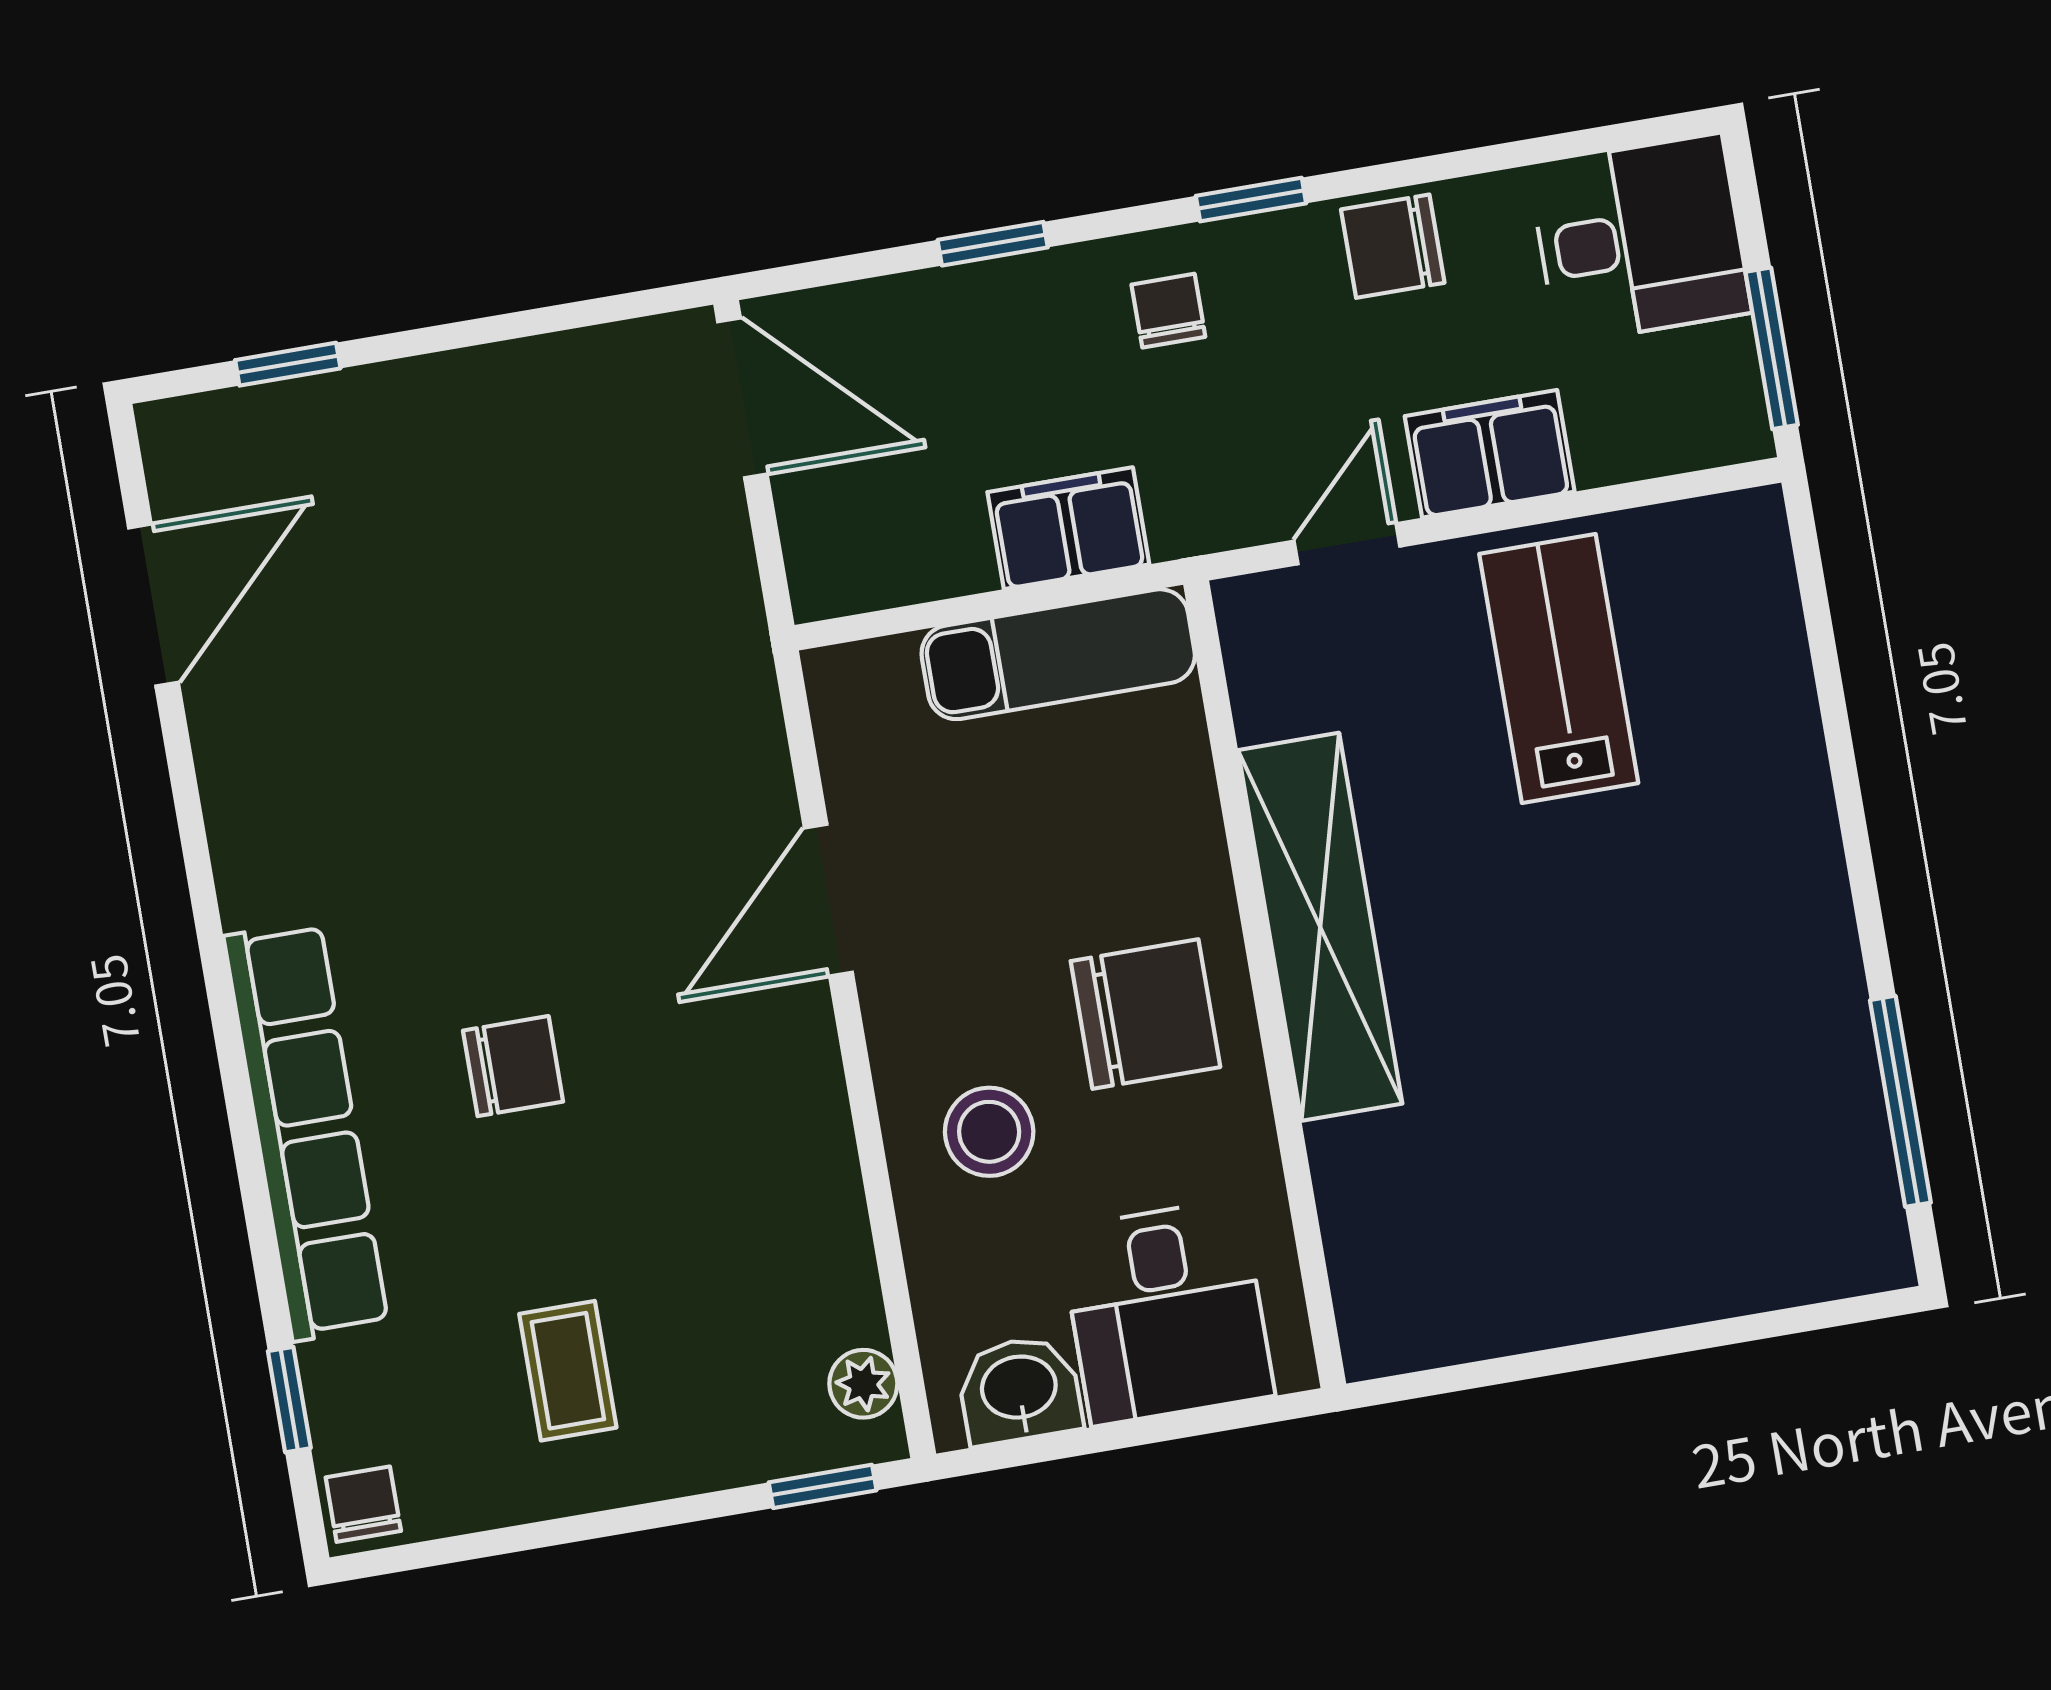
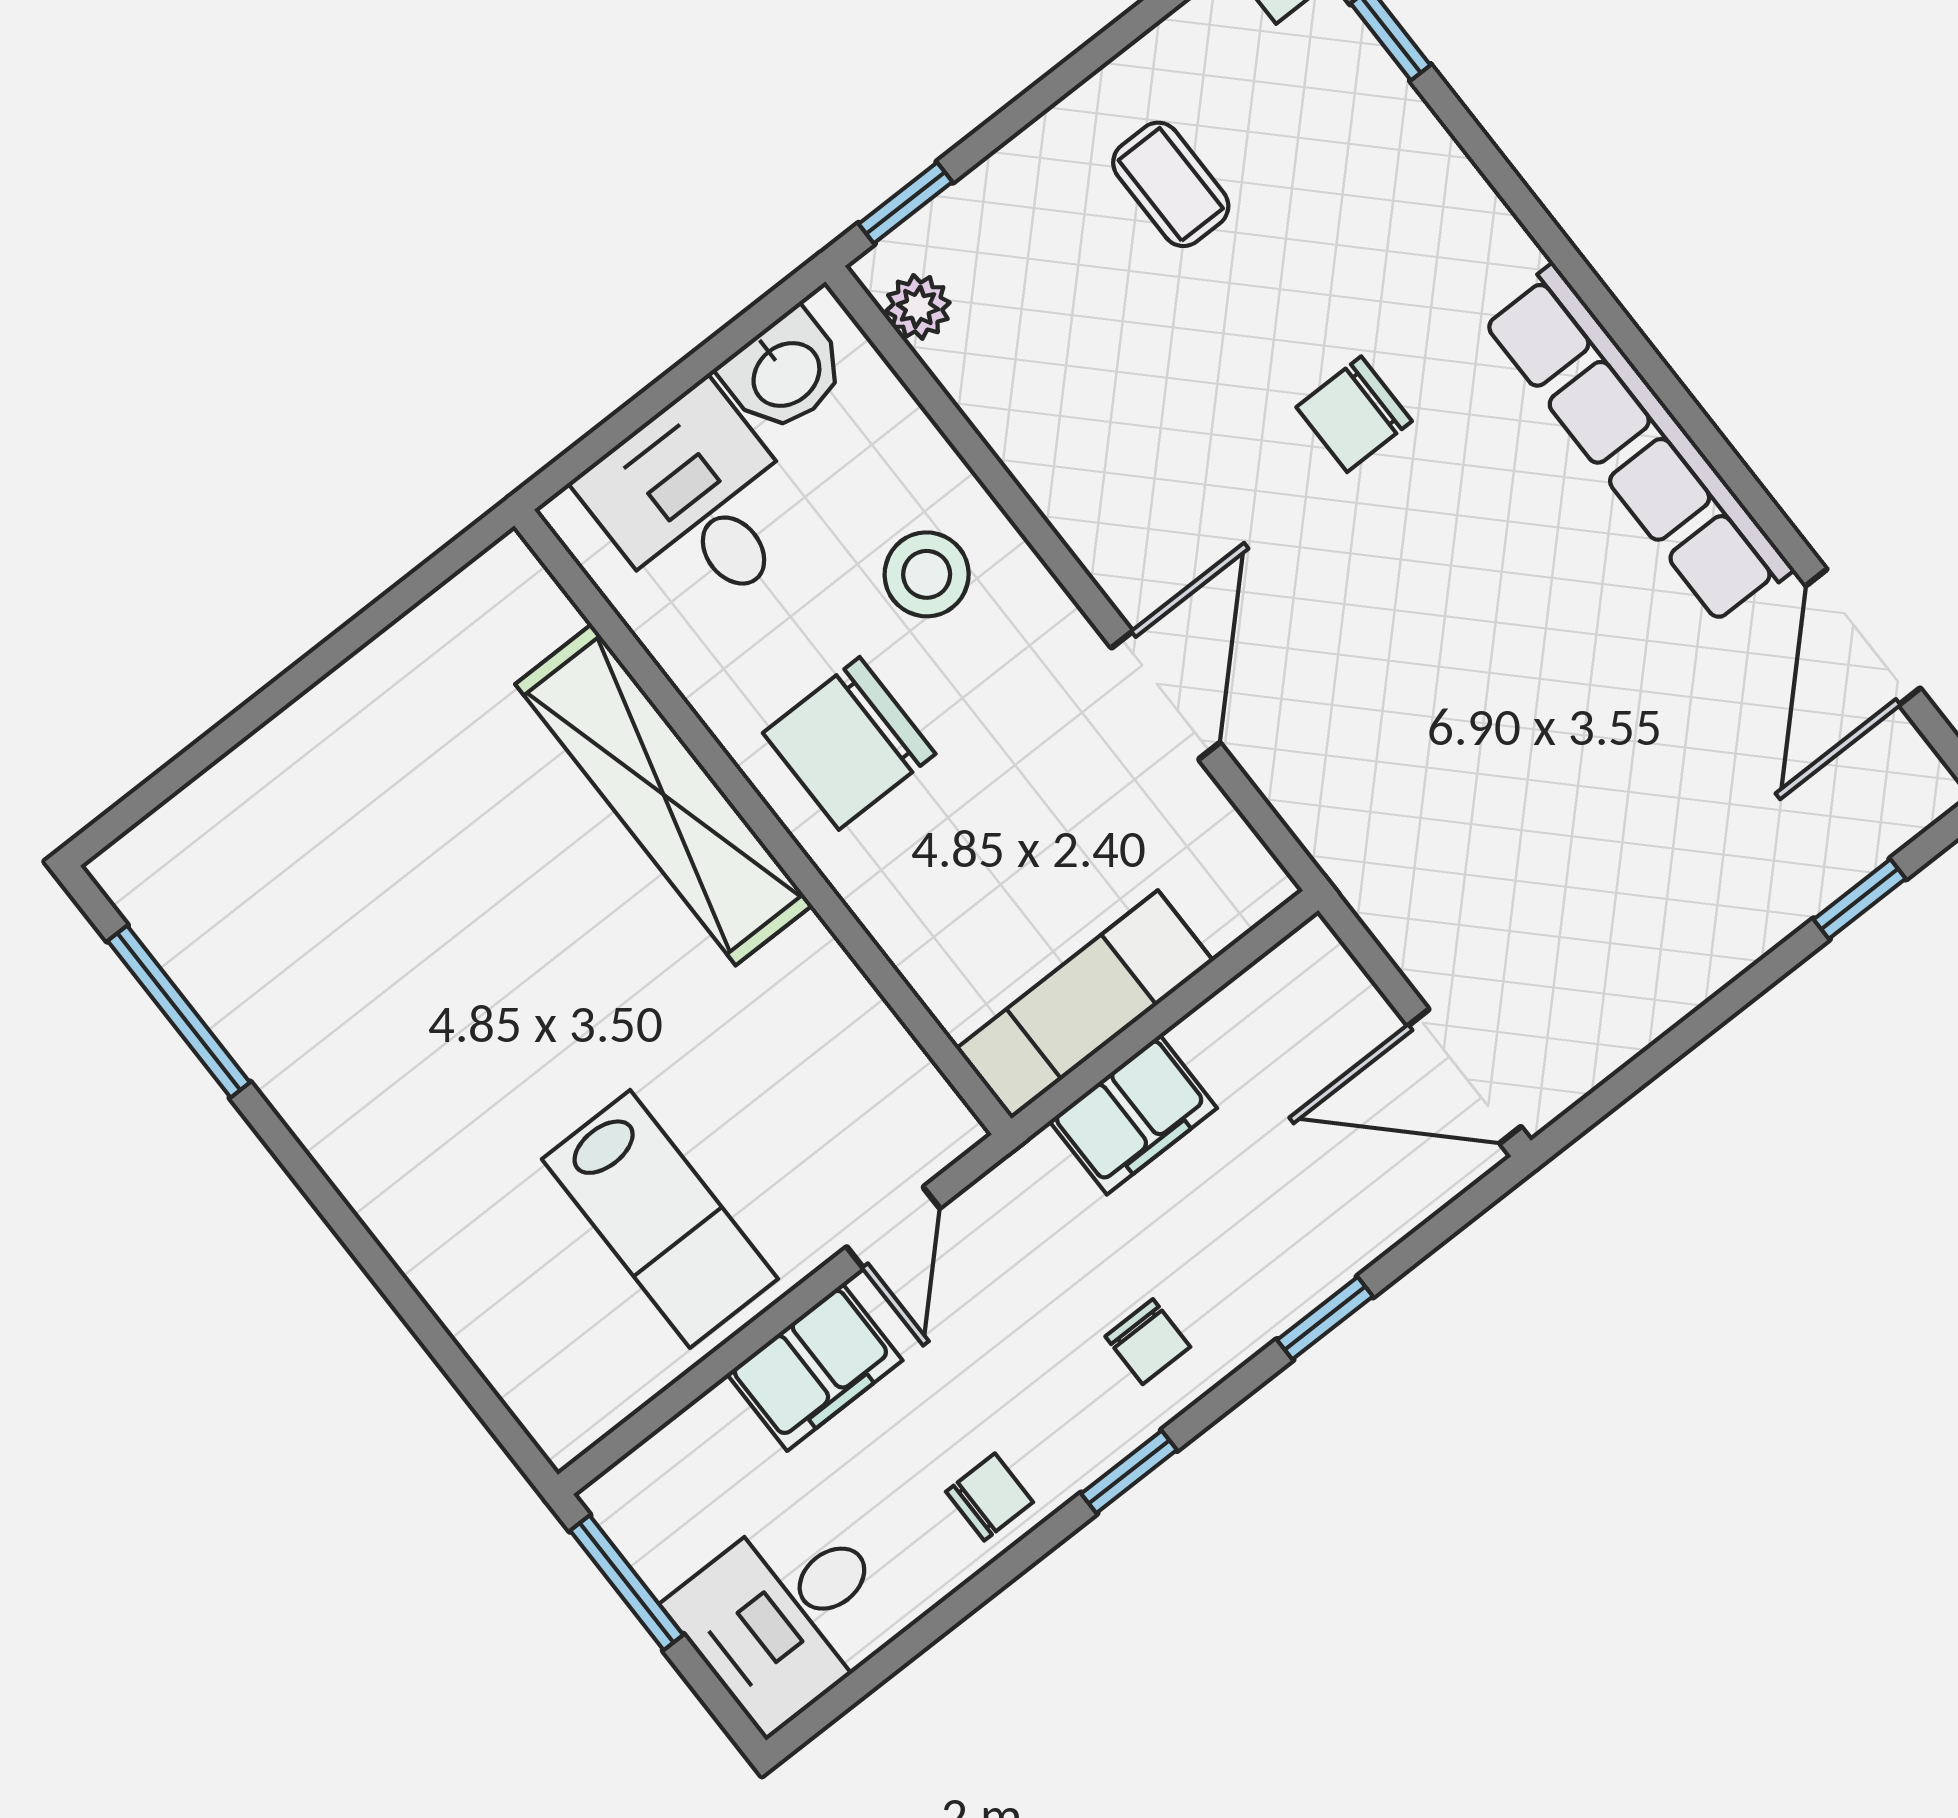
chair: (1393, 246) -> (989, 1497), width x0.73, depth x0.73
shelving: (1320, 927) -> (664, 795), moved
row of seats: (306, 1131) -> (1637, 445), moved

